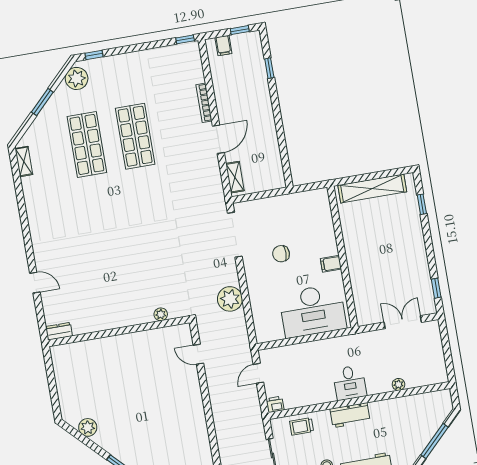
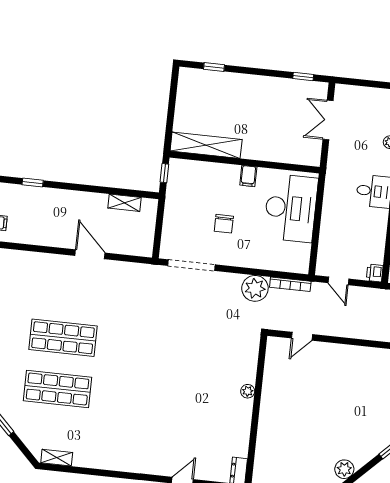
bookcase: (204, 103) -> (290, 284), moved
shelving: (235, 177) -> (125, 203), moved
window: (312, 186) -> (164, 173), added
shelving: (372, 188) -> (206, 145), moved, turned 90
plant: (161, 314) -> (248, 391), moved

